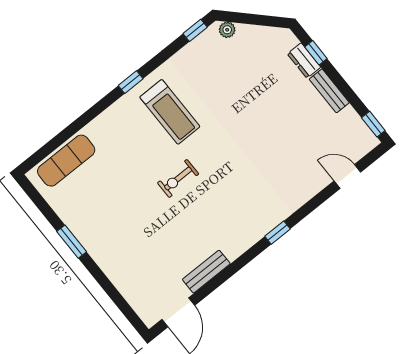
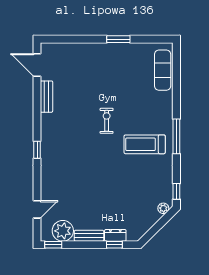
window: (131, 82) -> (176, 136), width x2.17
plant: (348, 126) -> (63, 231), added

